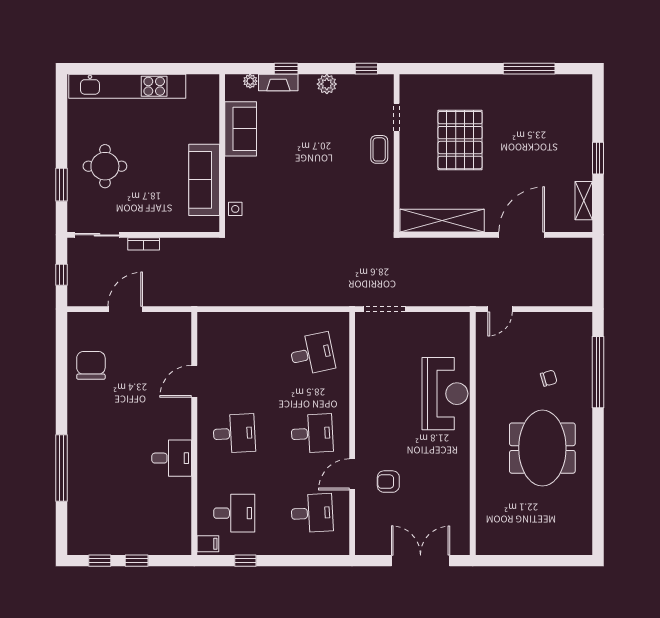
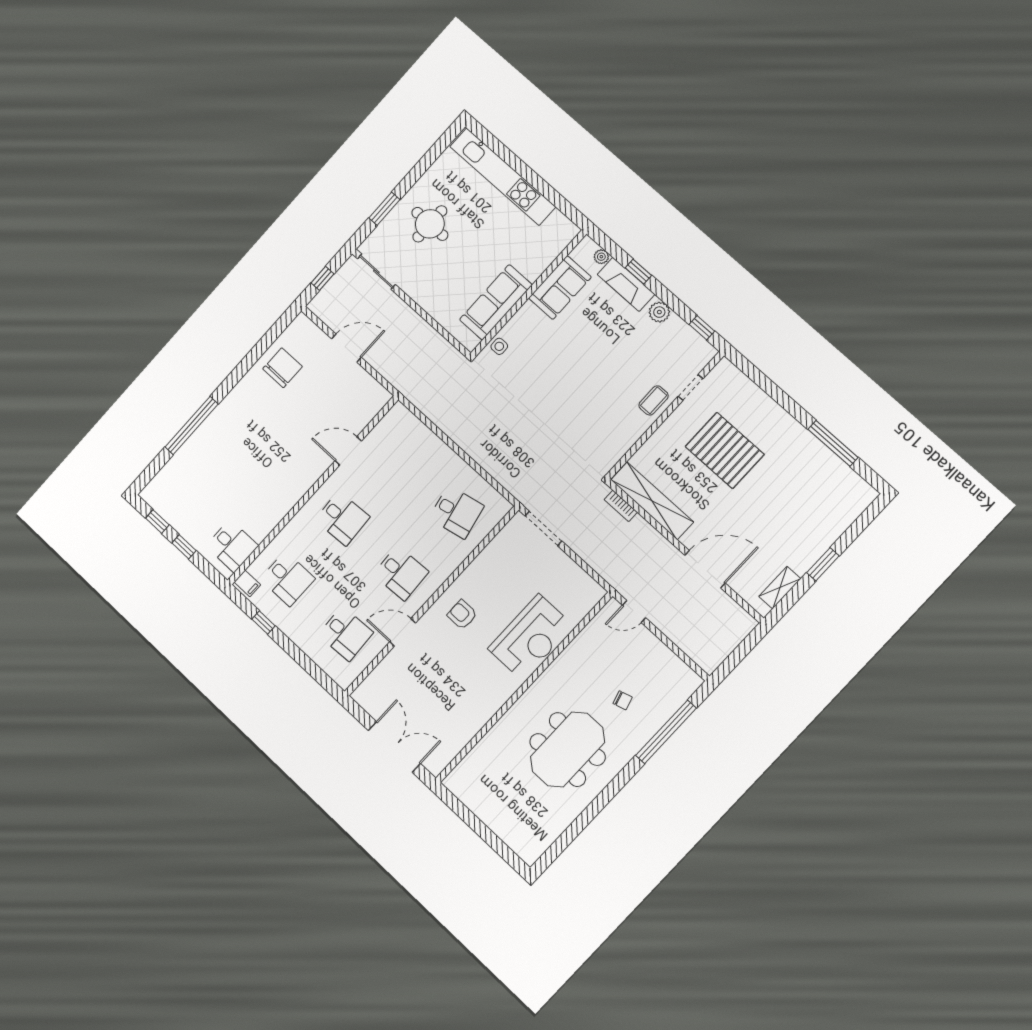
fireplace: (278, 83) -> (626, 284), width x1.37, depth x1.32
pallet: (460, 140) -> (725, 450), turned 90
bookcase: (144, 244) -> (621, 506), moved
desk: (172, 458) -> (232, 546), moved
armchair: (388, 482) -> (462, 615), moved

